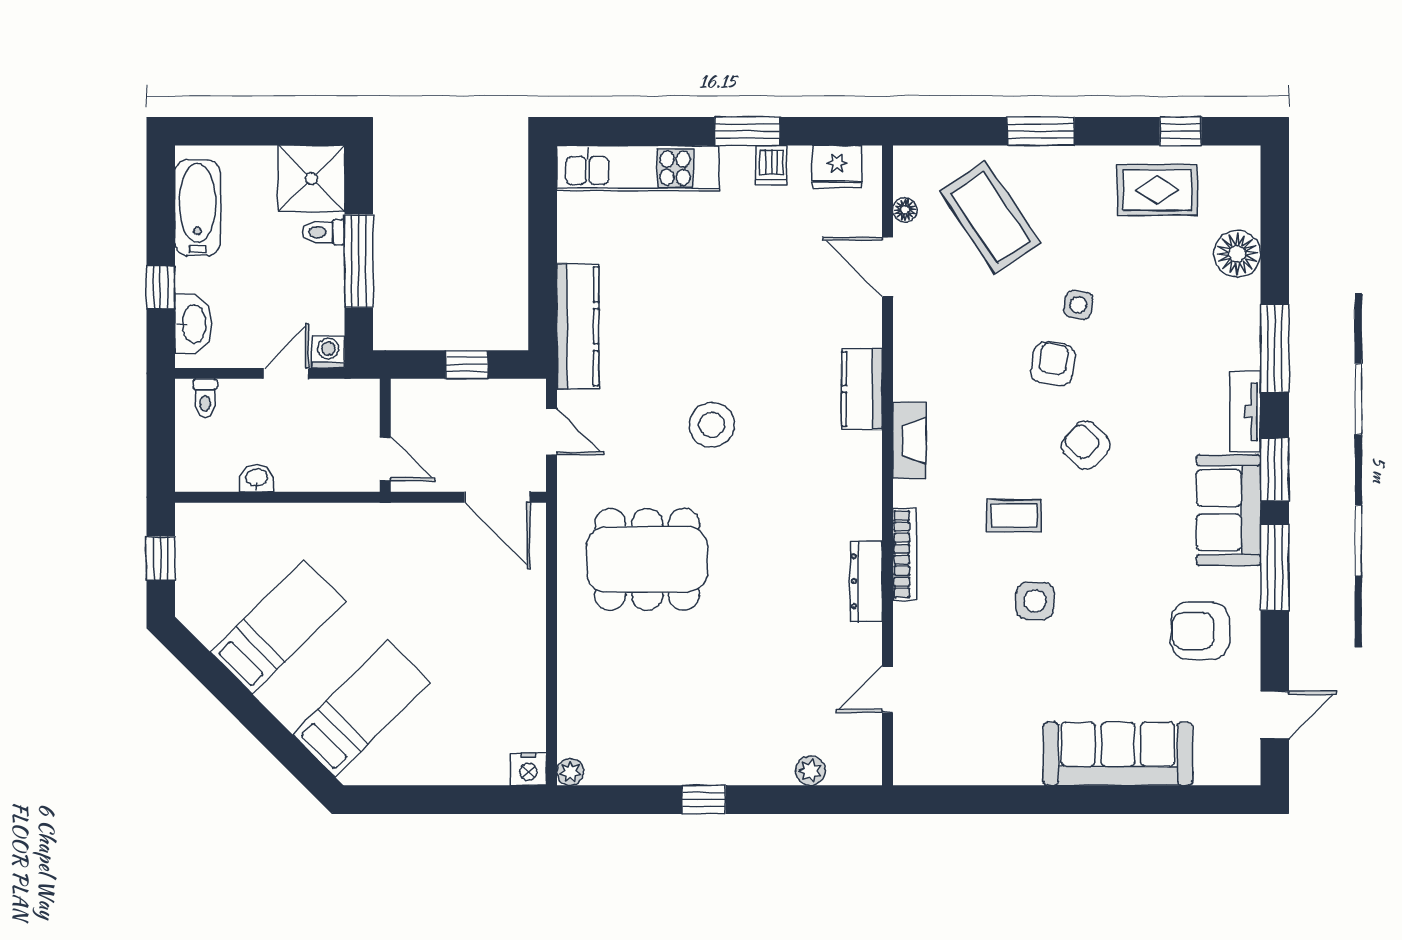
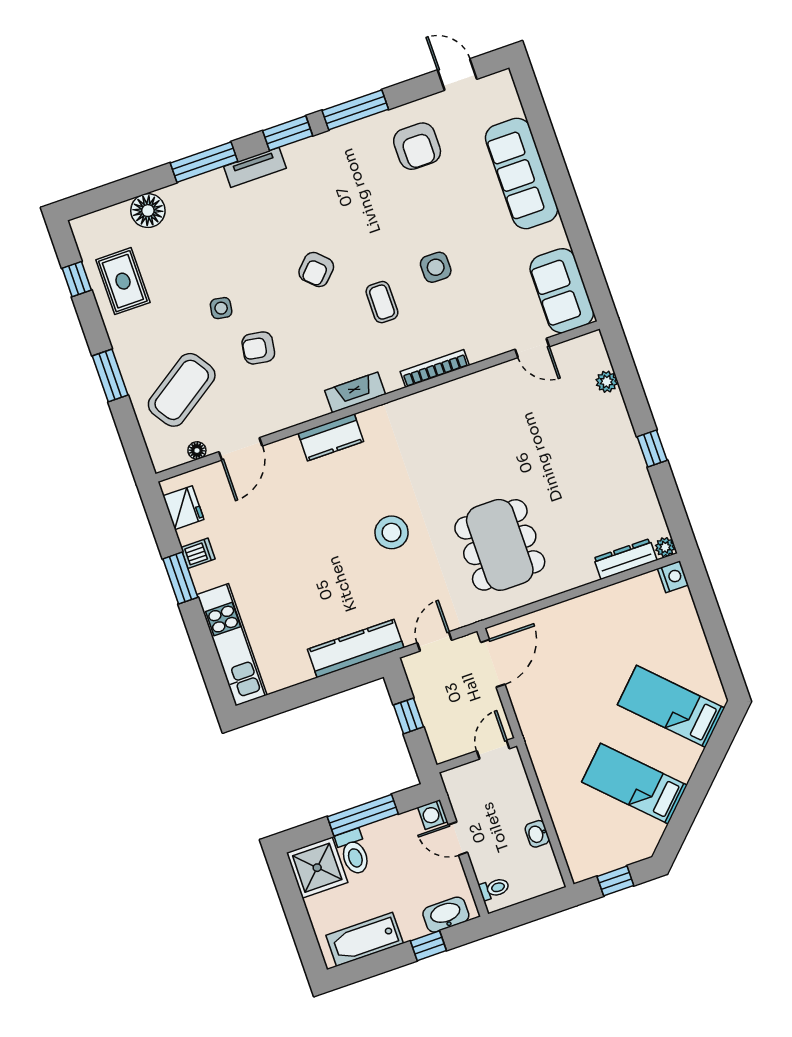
toilet: (323, 232) -> (353, 852), width x1.37, depth x1.39
armchair: (1053, 364) -> (258, 348), moved
sofa: (1229, 510) -> (562, 291), moved, turned 90
dresser: (866, 581) -> (625, 559), moved, turned 180

